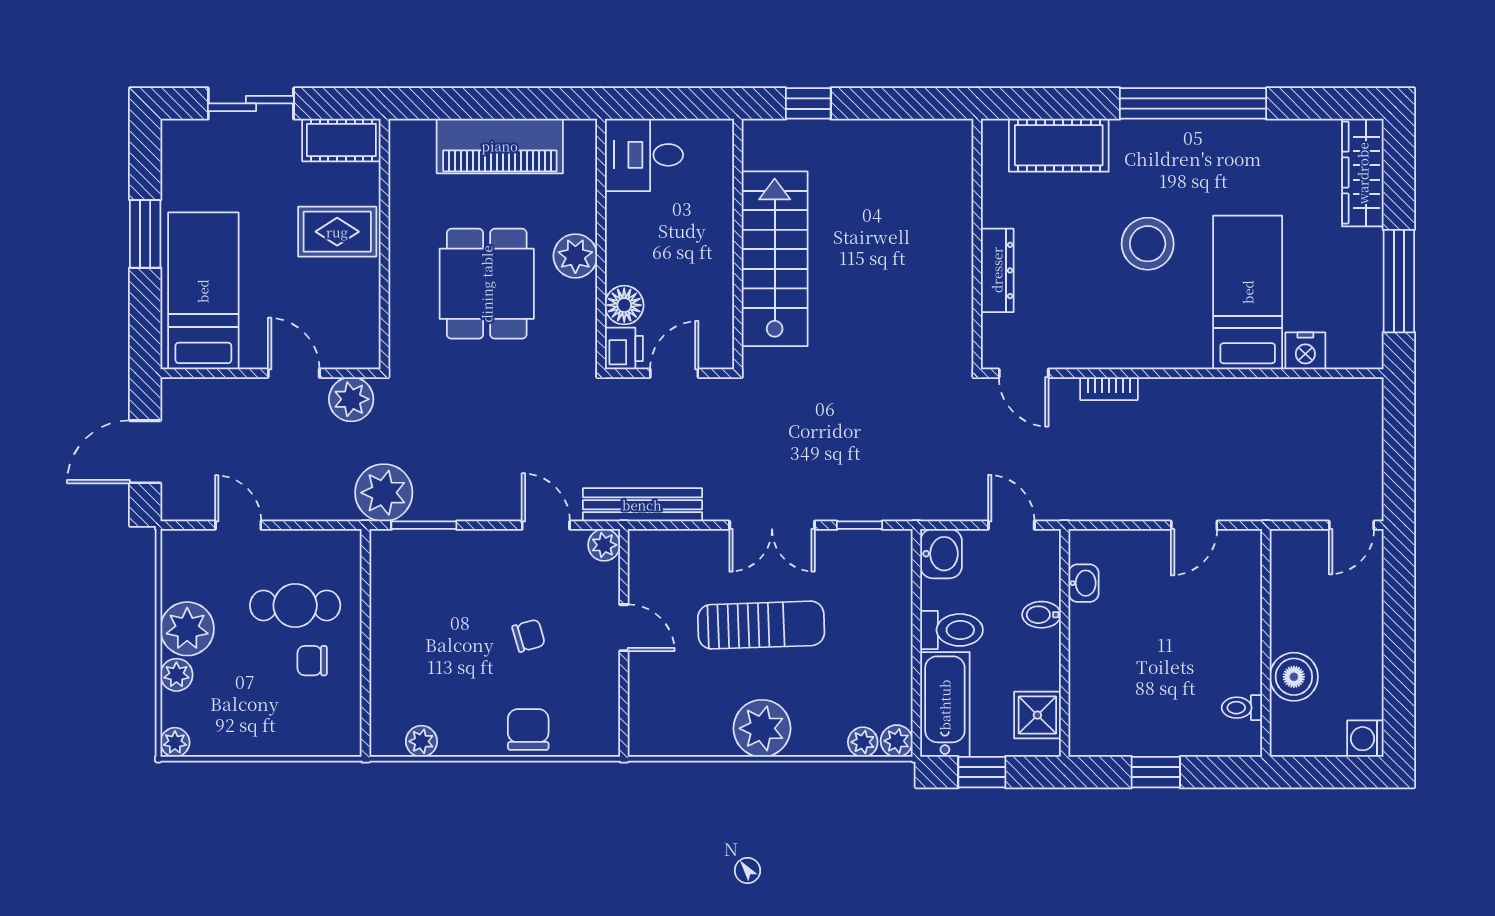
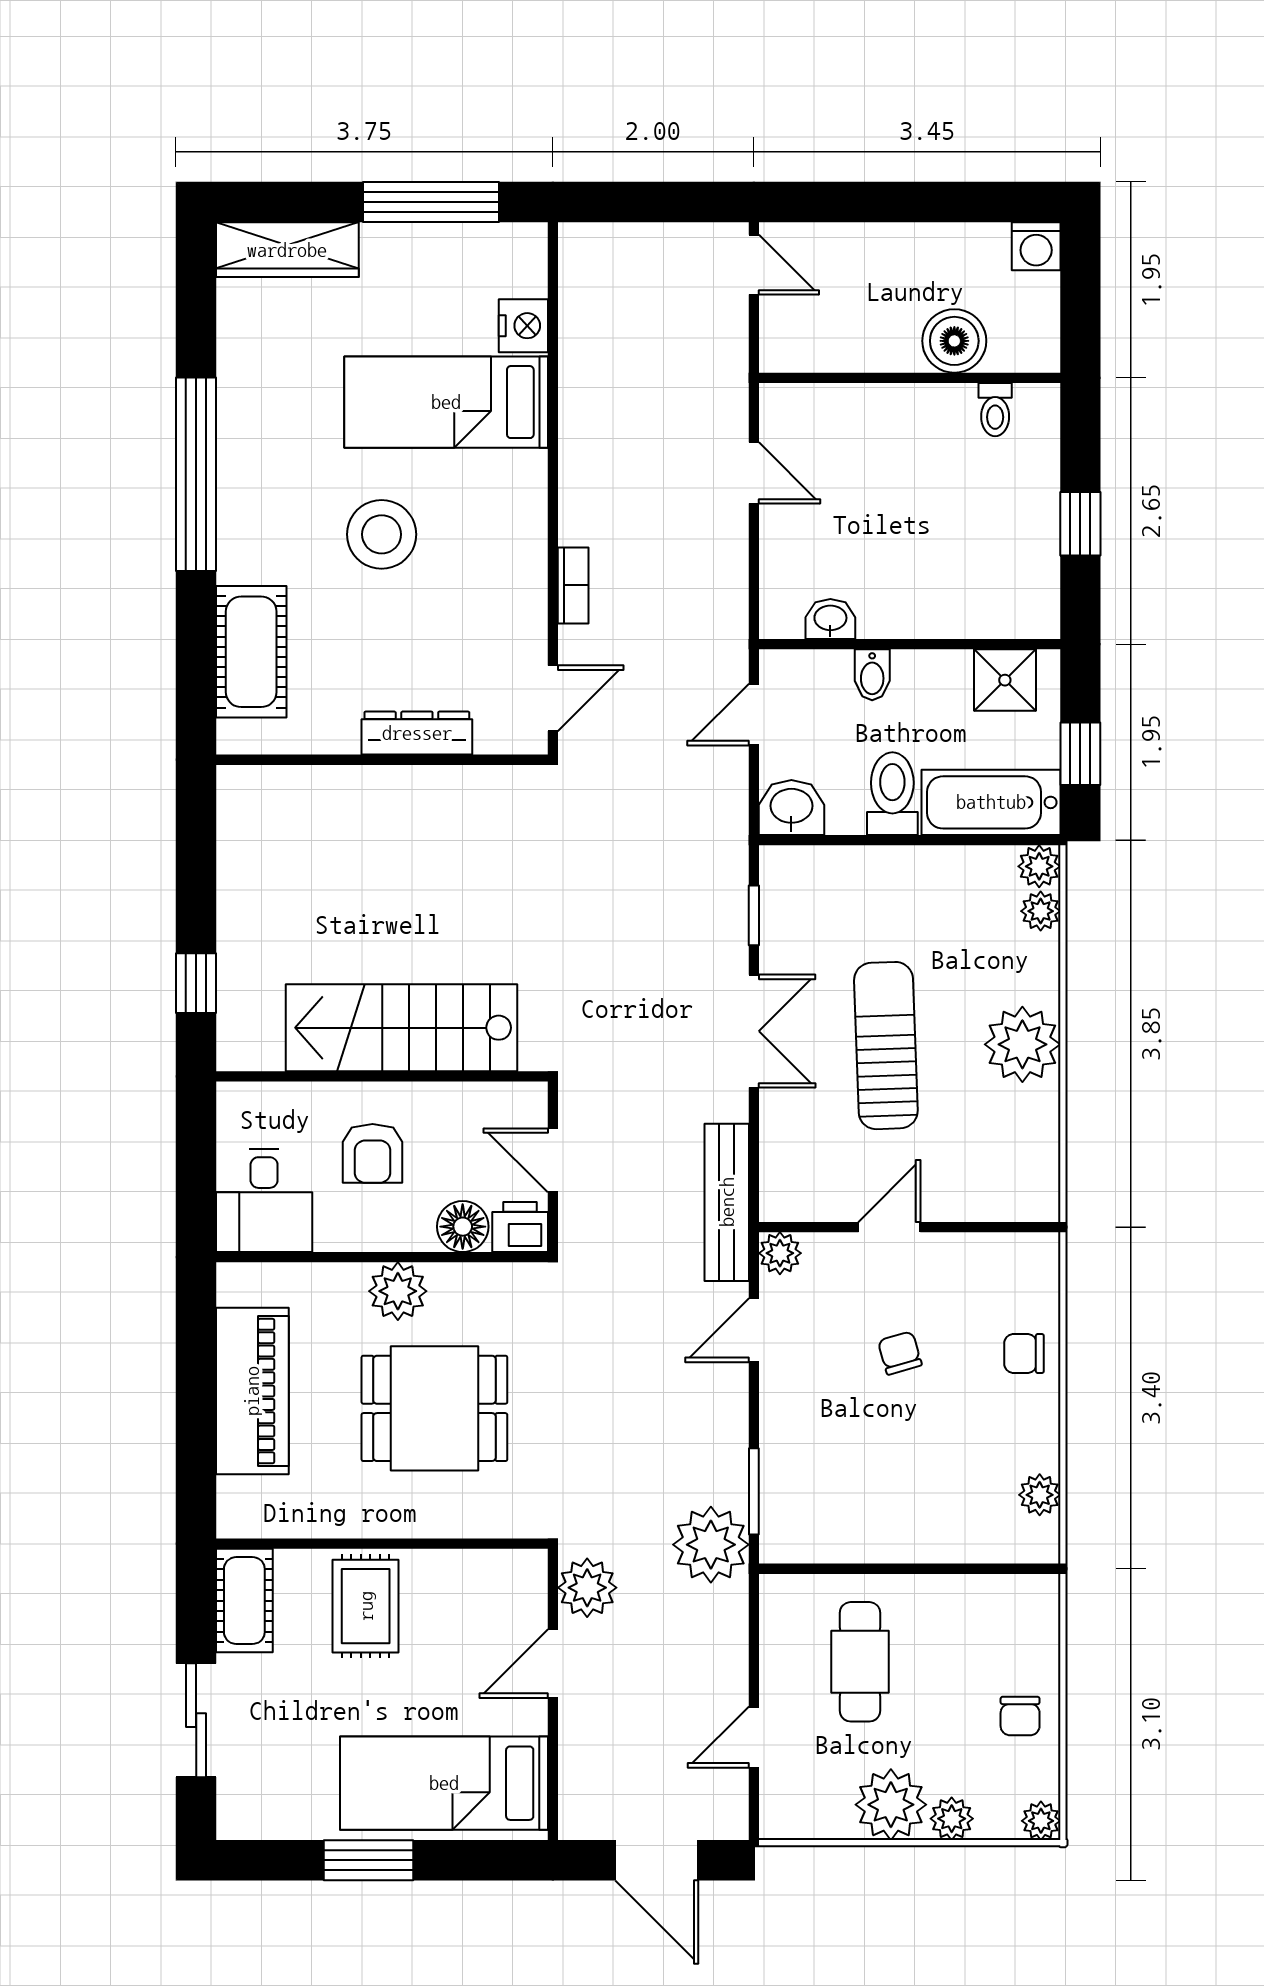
armchair: (680, 237) -> (373, 1153), added
chair: (312, 661) -> (1020, 1716), moved
chair: (528, 730) -> (1024, 1354), width x0.73, depth x0.73

